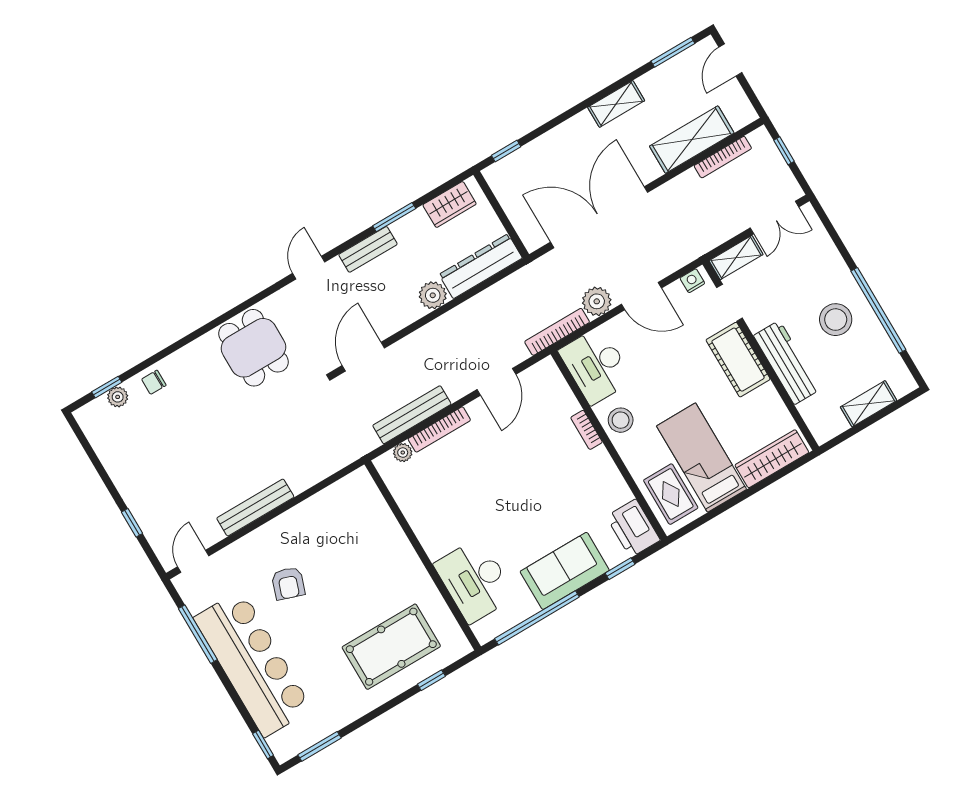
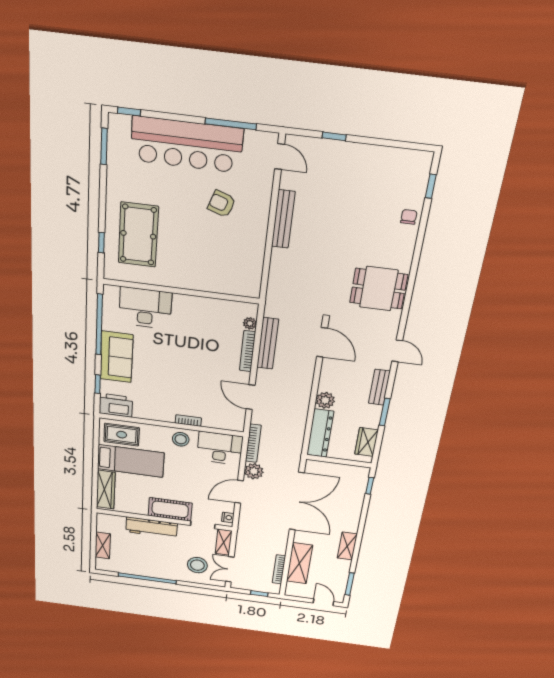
stool: (836, 320) -> (197, 565), moved
plant: (118, 397) -> (419, 188), removed

